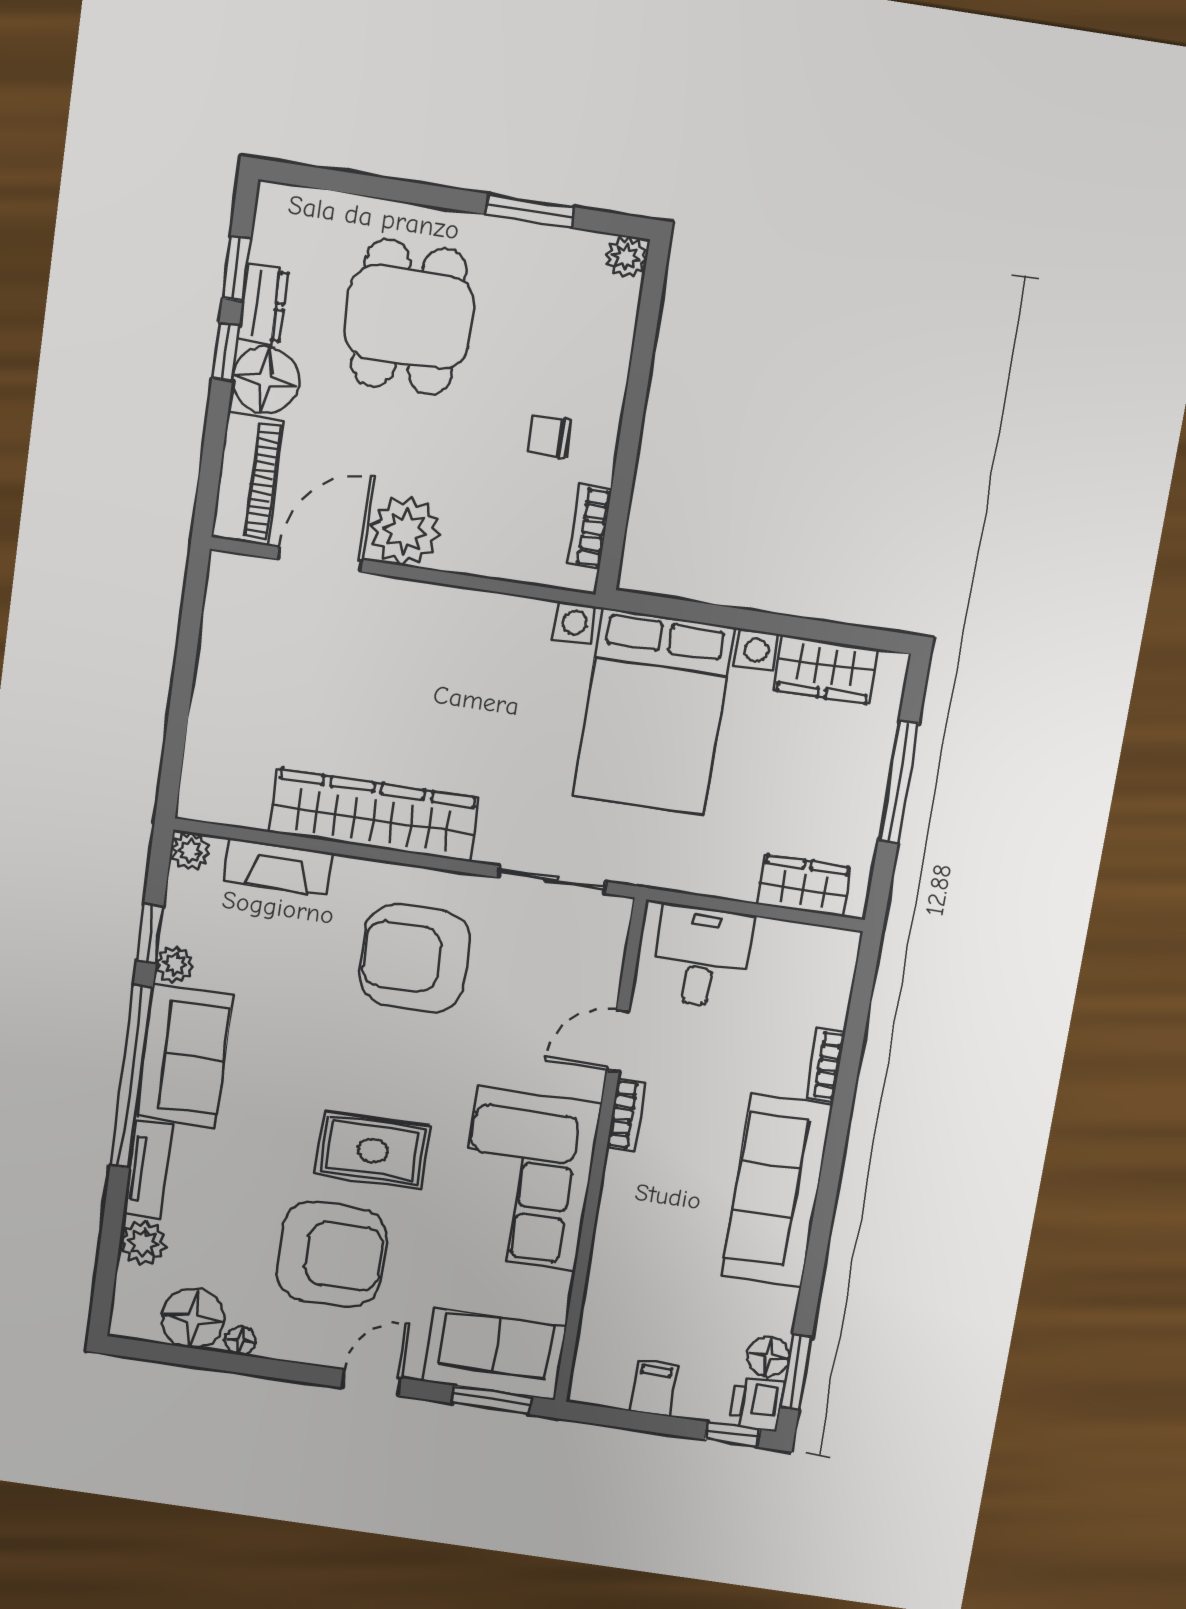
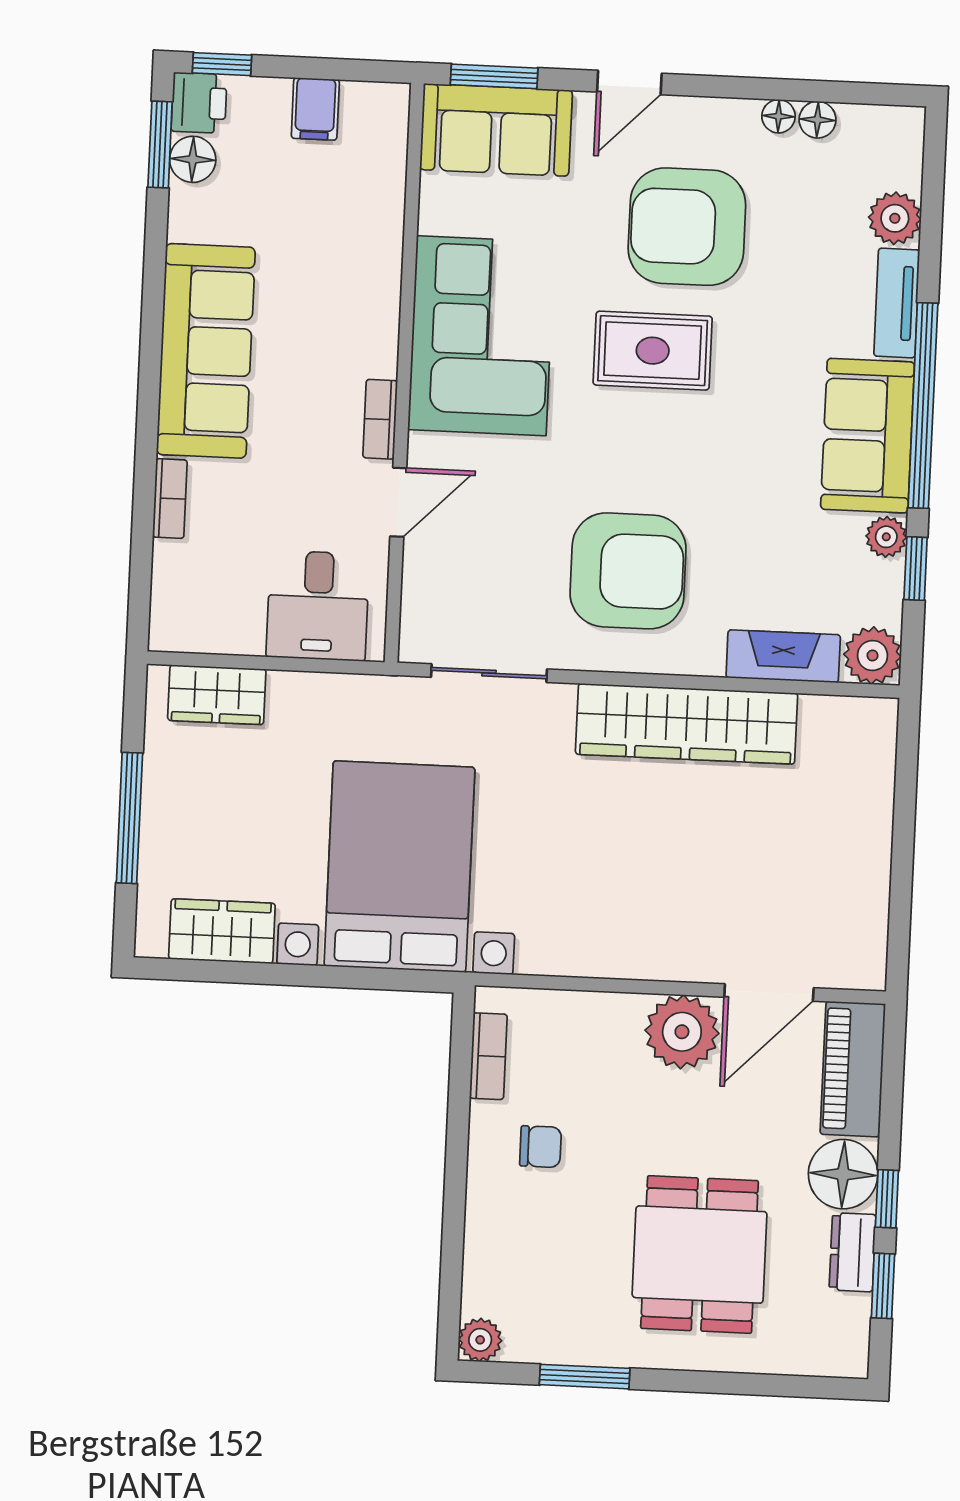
plant: (190, 851) -> (873, 655), width x1.38, depth x1.38
floor lamp: (193, 1318) -> (818, 120), width x0.53, depth x0.53

